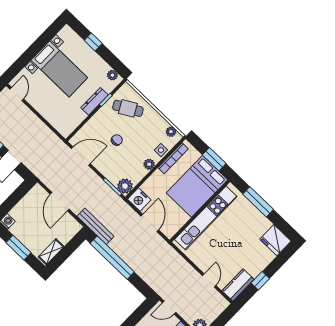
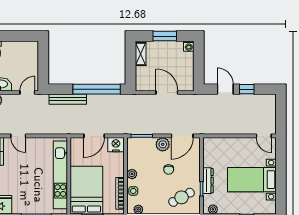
plant: (125, 186) -> (163, 144), moved
door: (150, 223) -> (94, 136), hinge flipped
bench: (96, 226) -> (68, 99), moved

